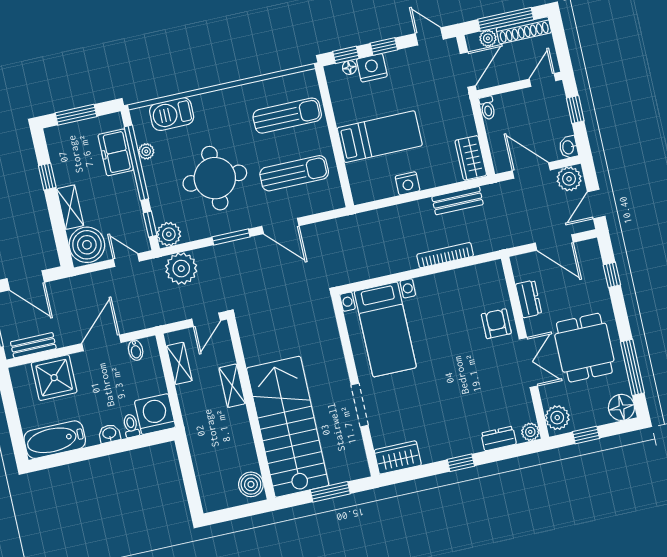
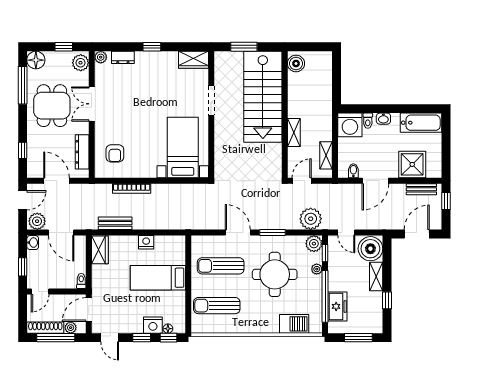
plant: (146, 151) -> (317, 269), moved
door: (26, 280) -> (417, 234), hinge flipped
dresser: (529, 299) -> (82, 152), width x1.44
armchair: (496, 324) -> (115, 153), moved

